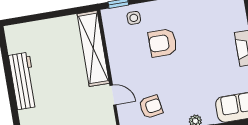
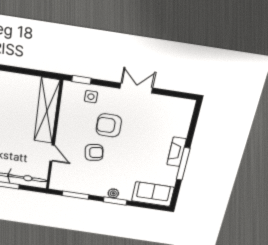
armchair: (151, 107) -> (94, 153), moved

